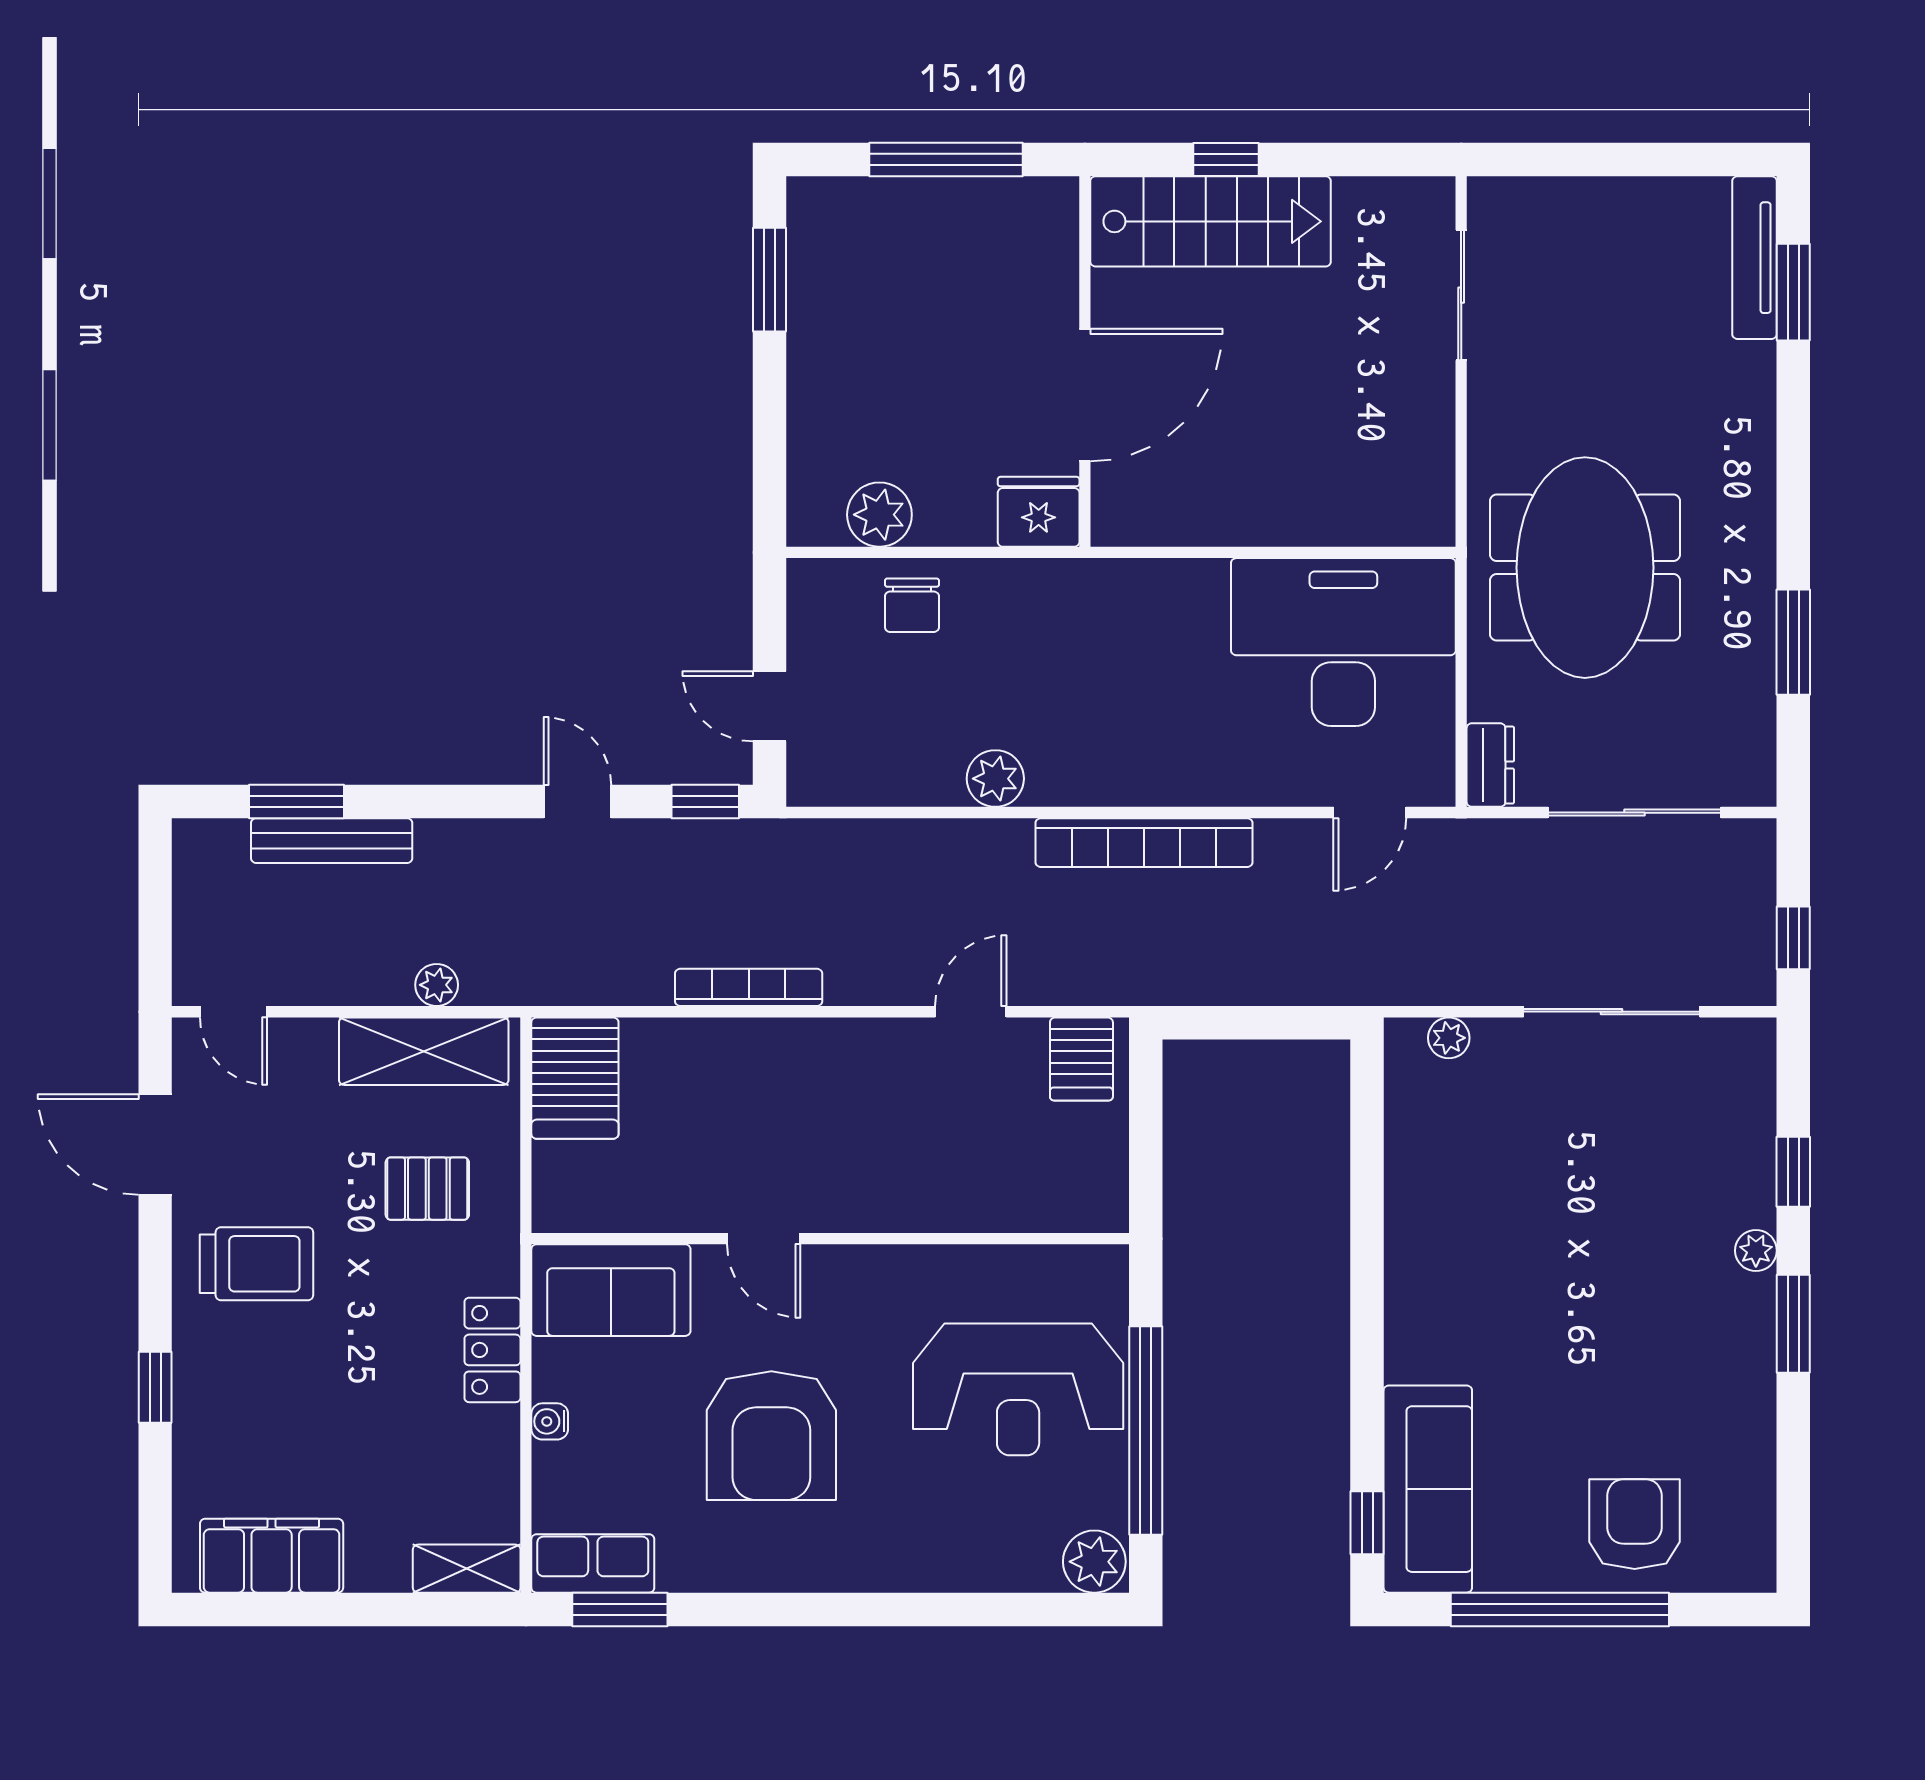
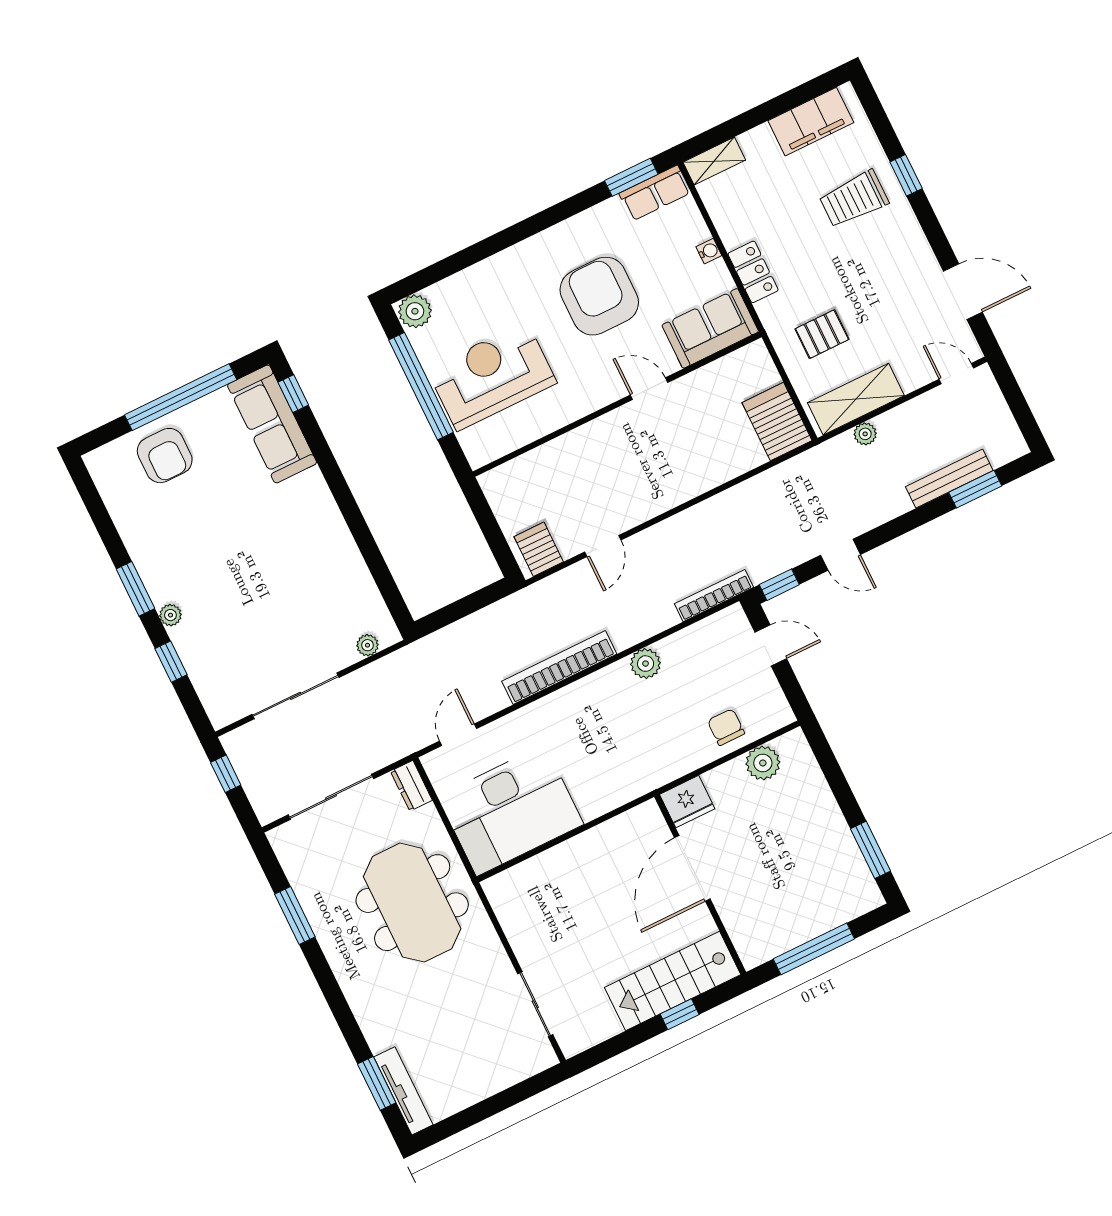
bookcase: (749, 987) -> (714, 596), moved, turned 180
trolley: (256, 1264) -> (854, 199), moved

